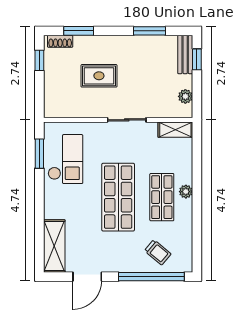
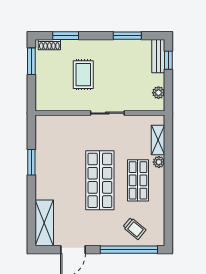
window: (39, 60) -> (31, 61), width x1.50
rug: (99, 76) -> (83, 75), turned 90
shelving: (175, 130) -> (158, 140), moved, turned 90
window: (39, 154) -> (31, 162), moved
checkout: (65, 159) -> (54, 147), removed
plant: (186, 192) -> (159, 162), moved

